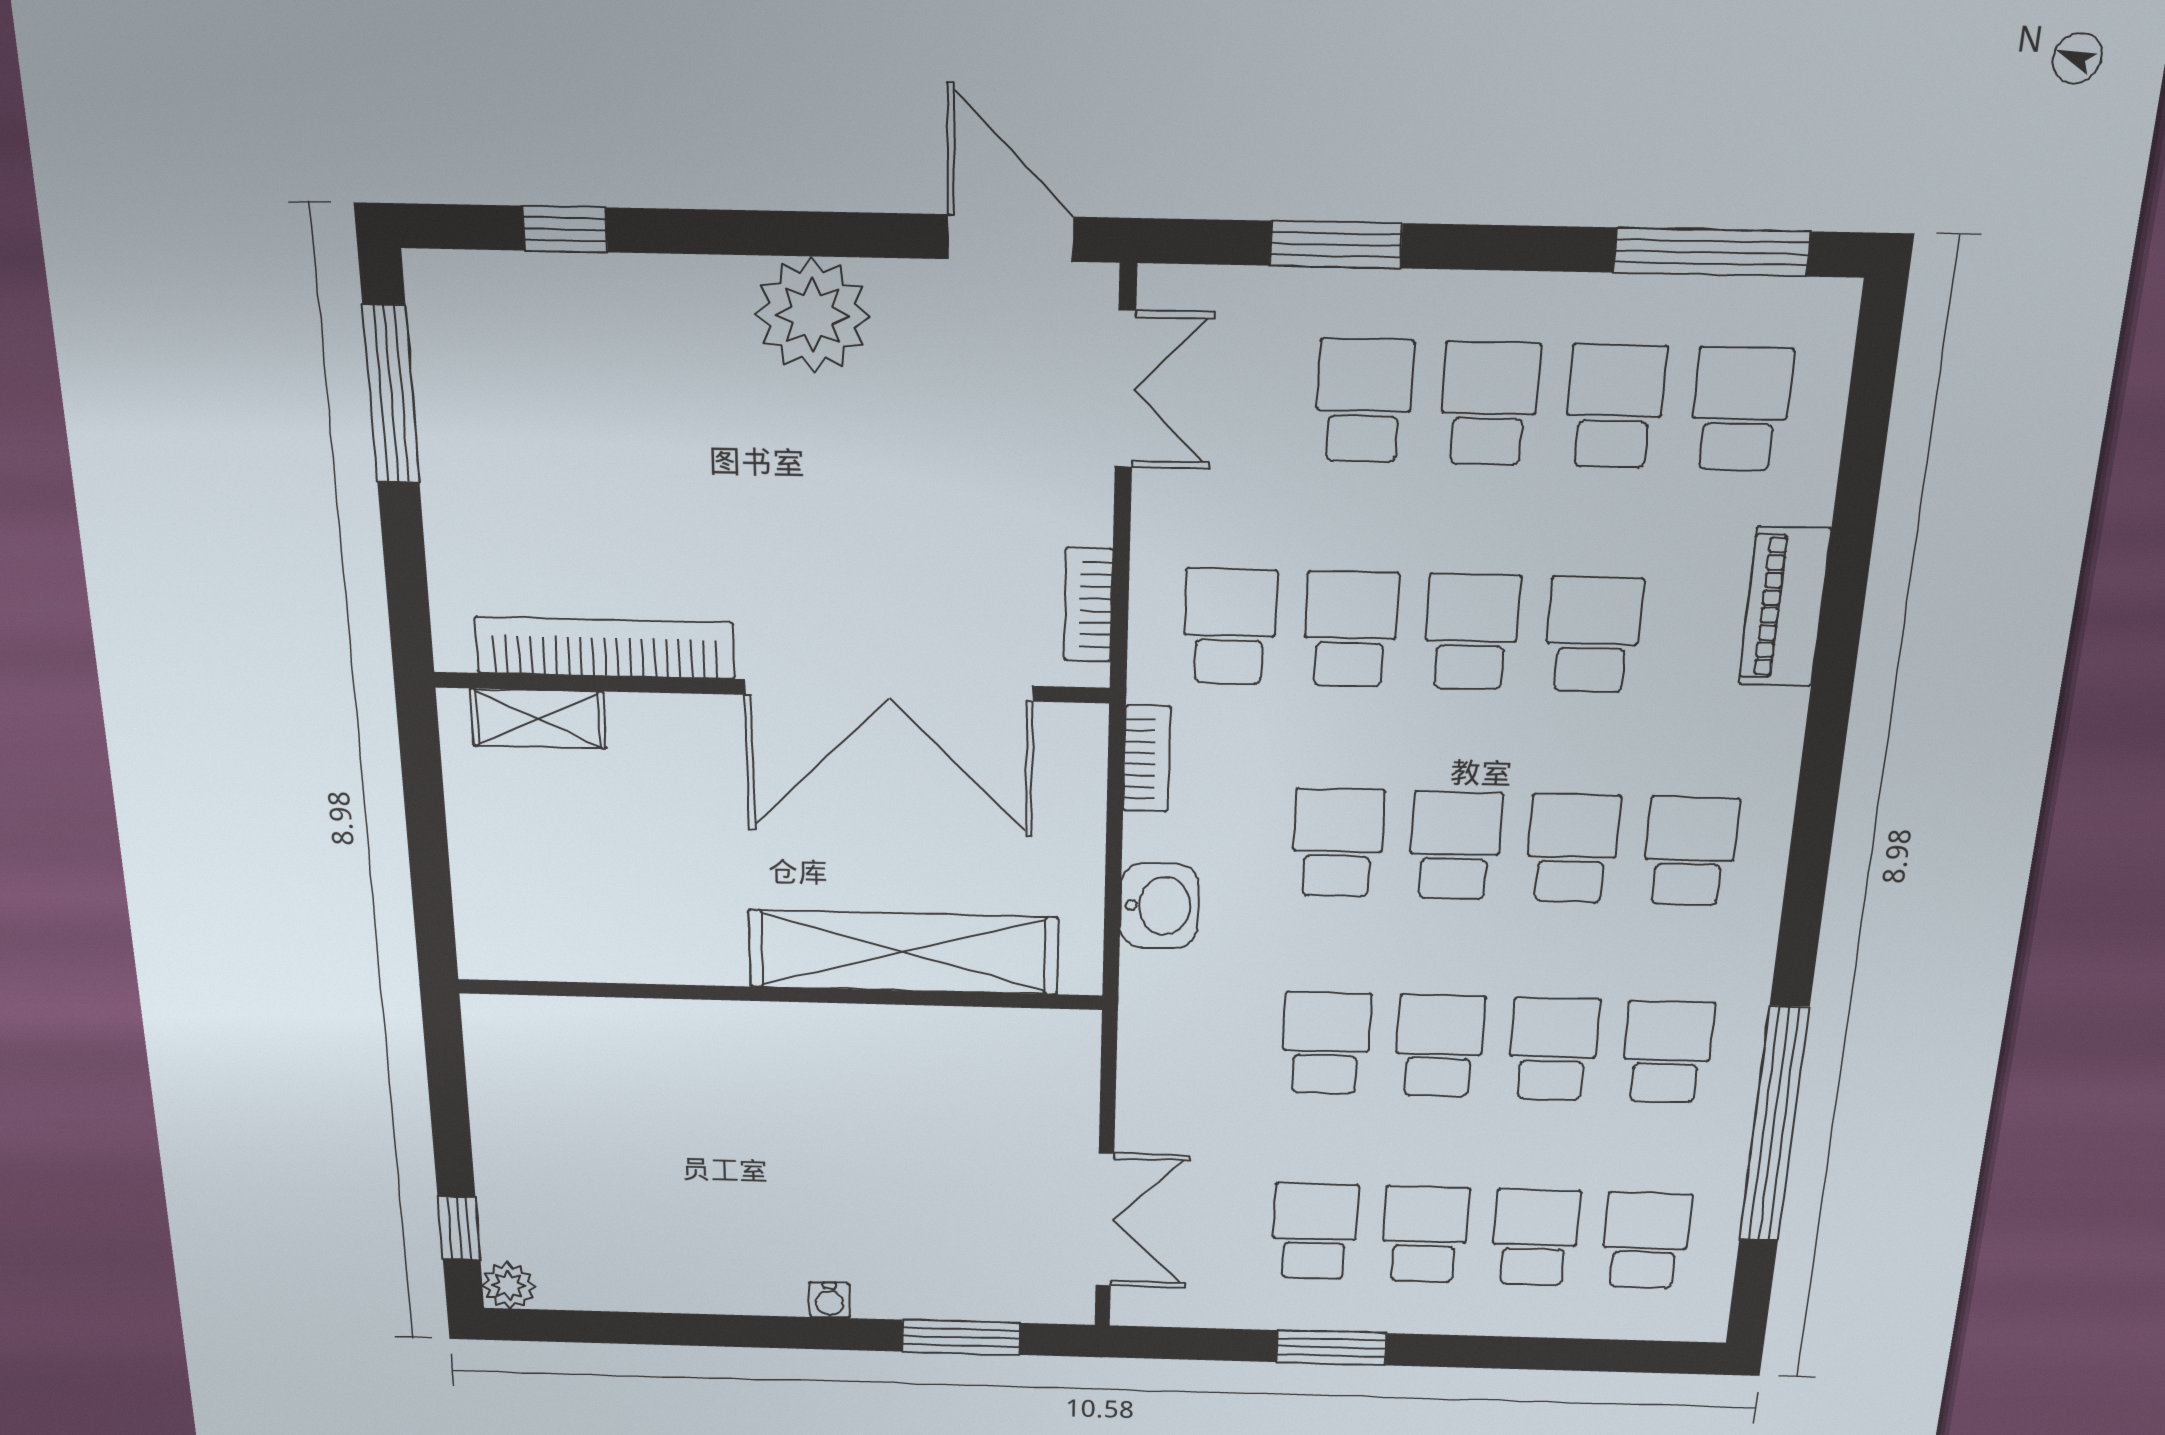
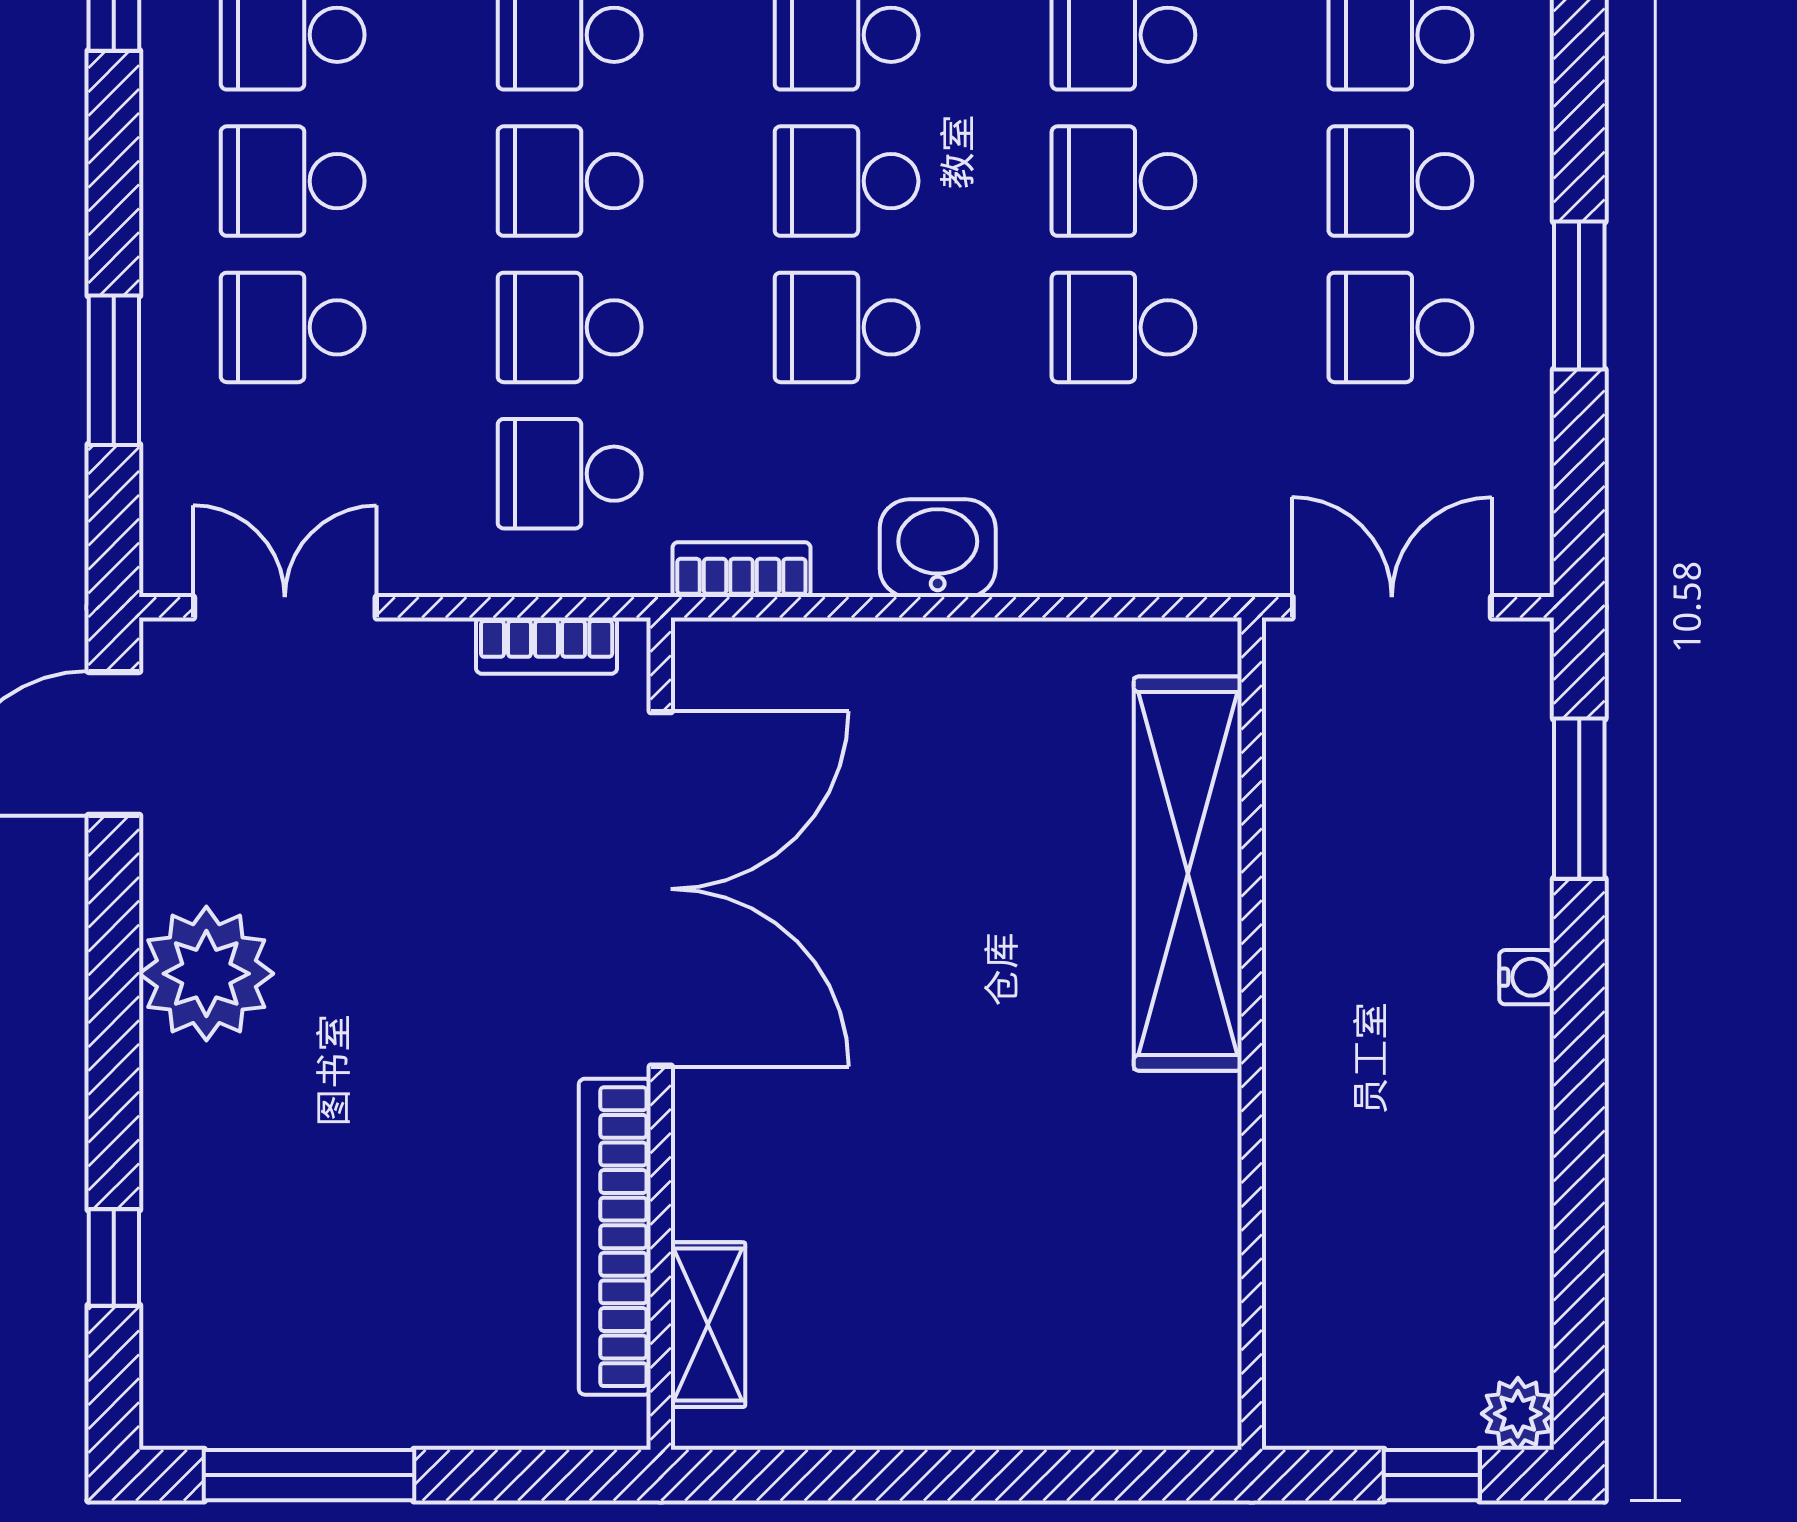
shelving: (903, 952) -> (1188, 874), moved
wall: (780, 994) -> (1252, 1034), moved

